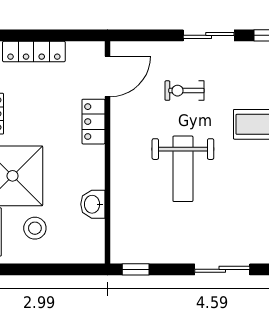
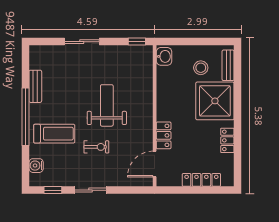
exercise bike: (185, 91) -> (96, 147), moved
washbasin: (93, 204) -> (164, 56), moved

